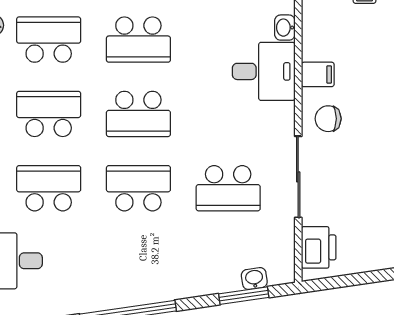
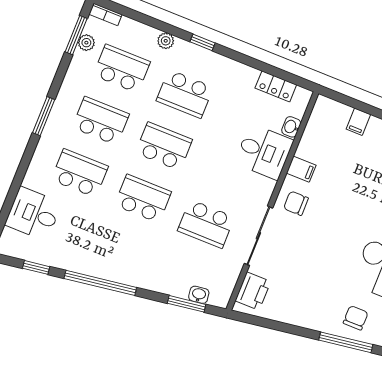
school desk: (138, 114) -> (164, 146), turned 180

